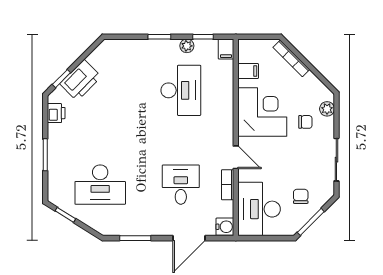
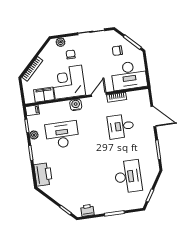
filing cabinet: (248, 71) -> (44, 95), width x2.00
printer: (81, 80) -> (43, 174), moved, turned 45
water cooler: (225, 227) -> (76, 105), moved

